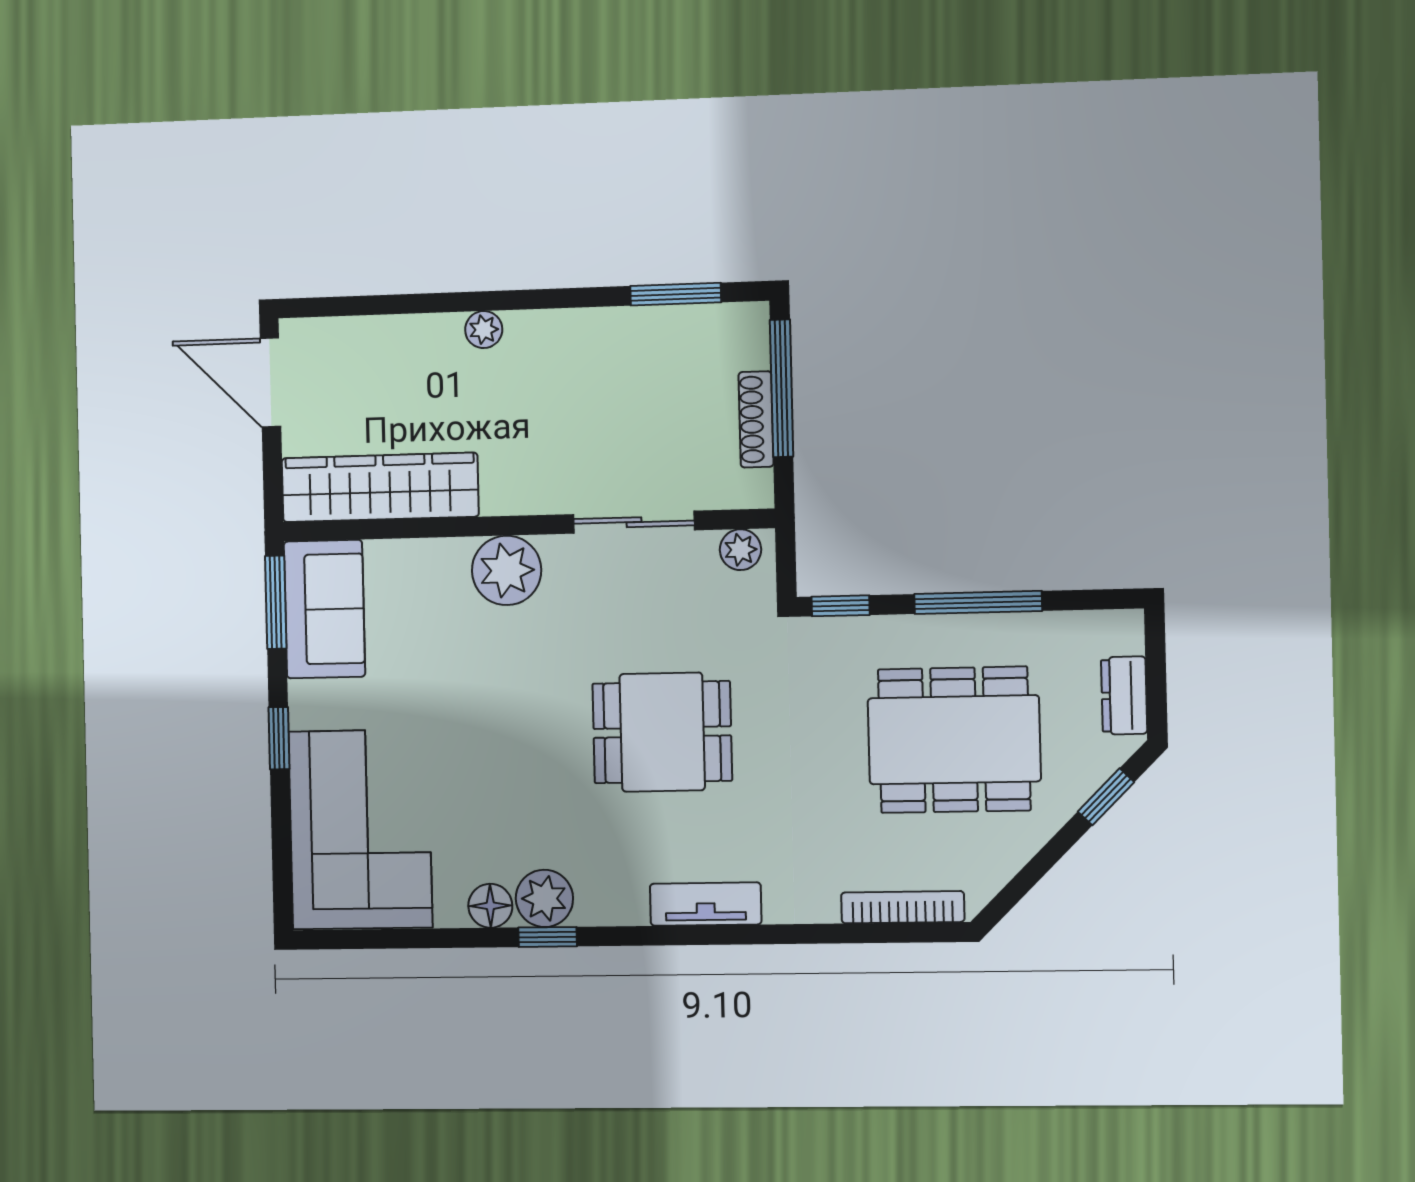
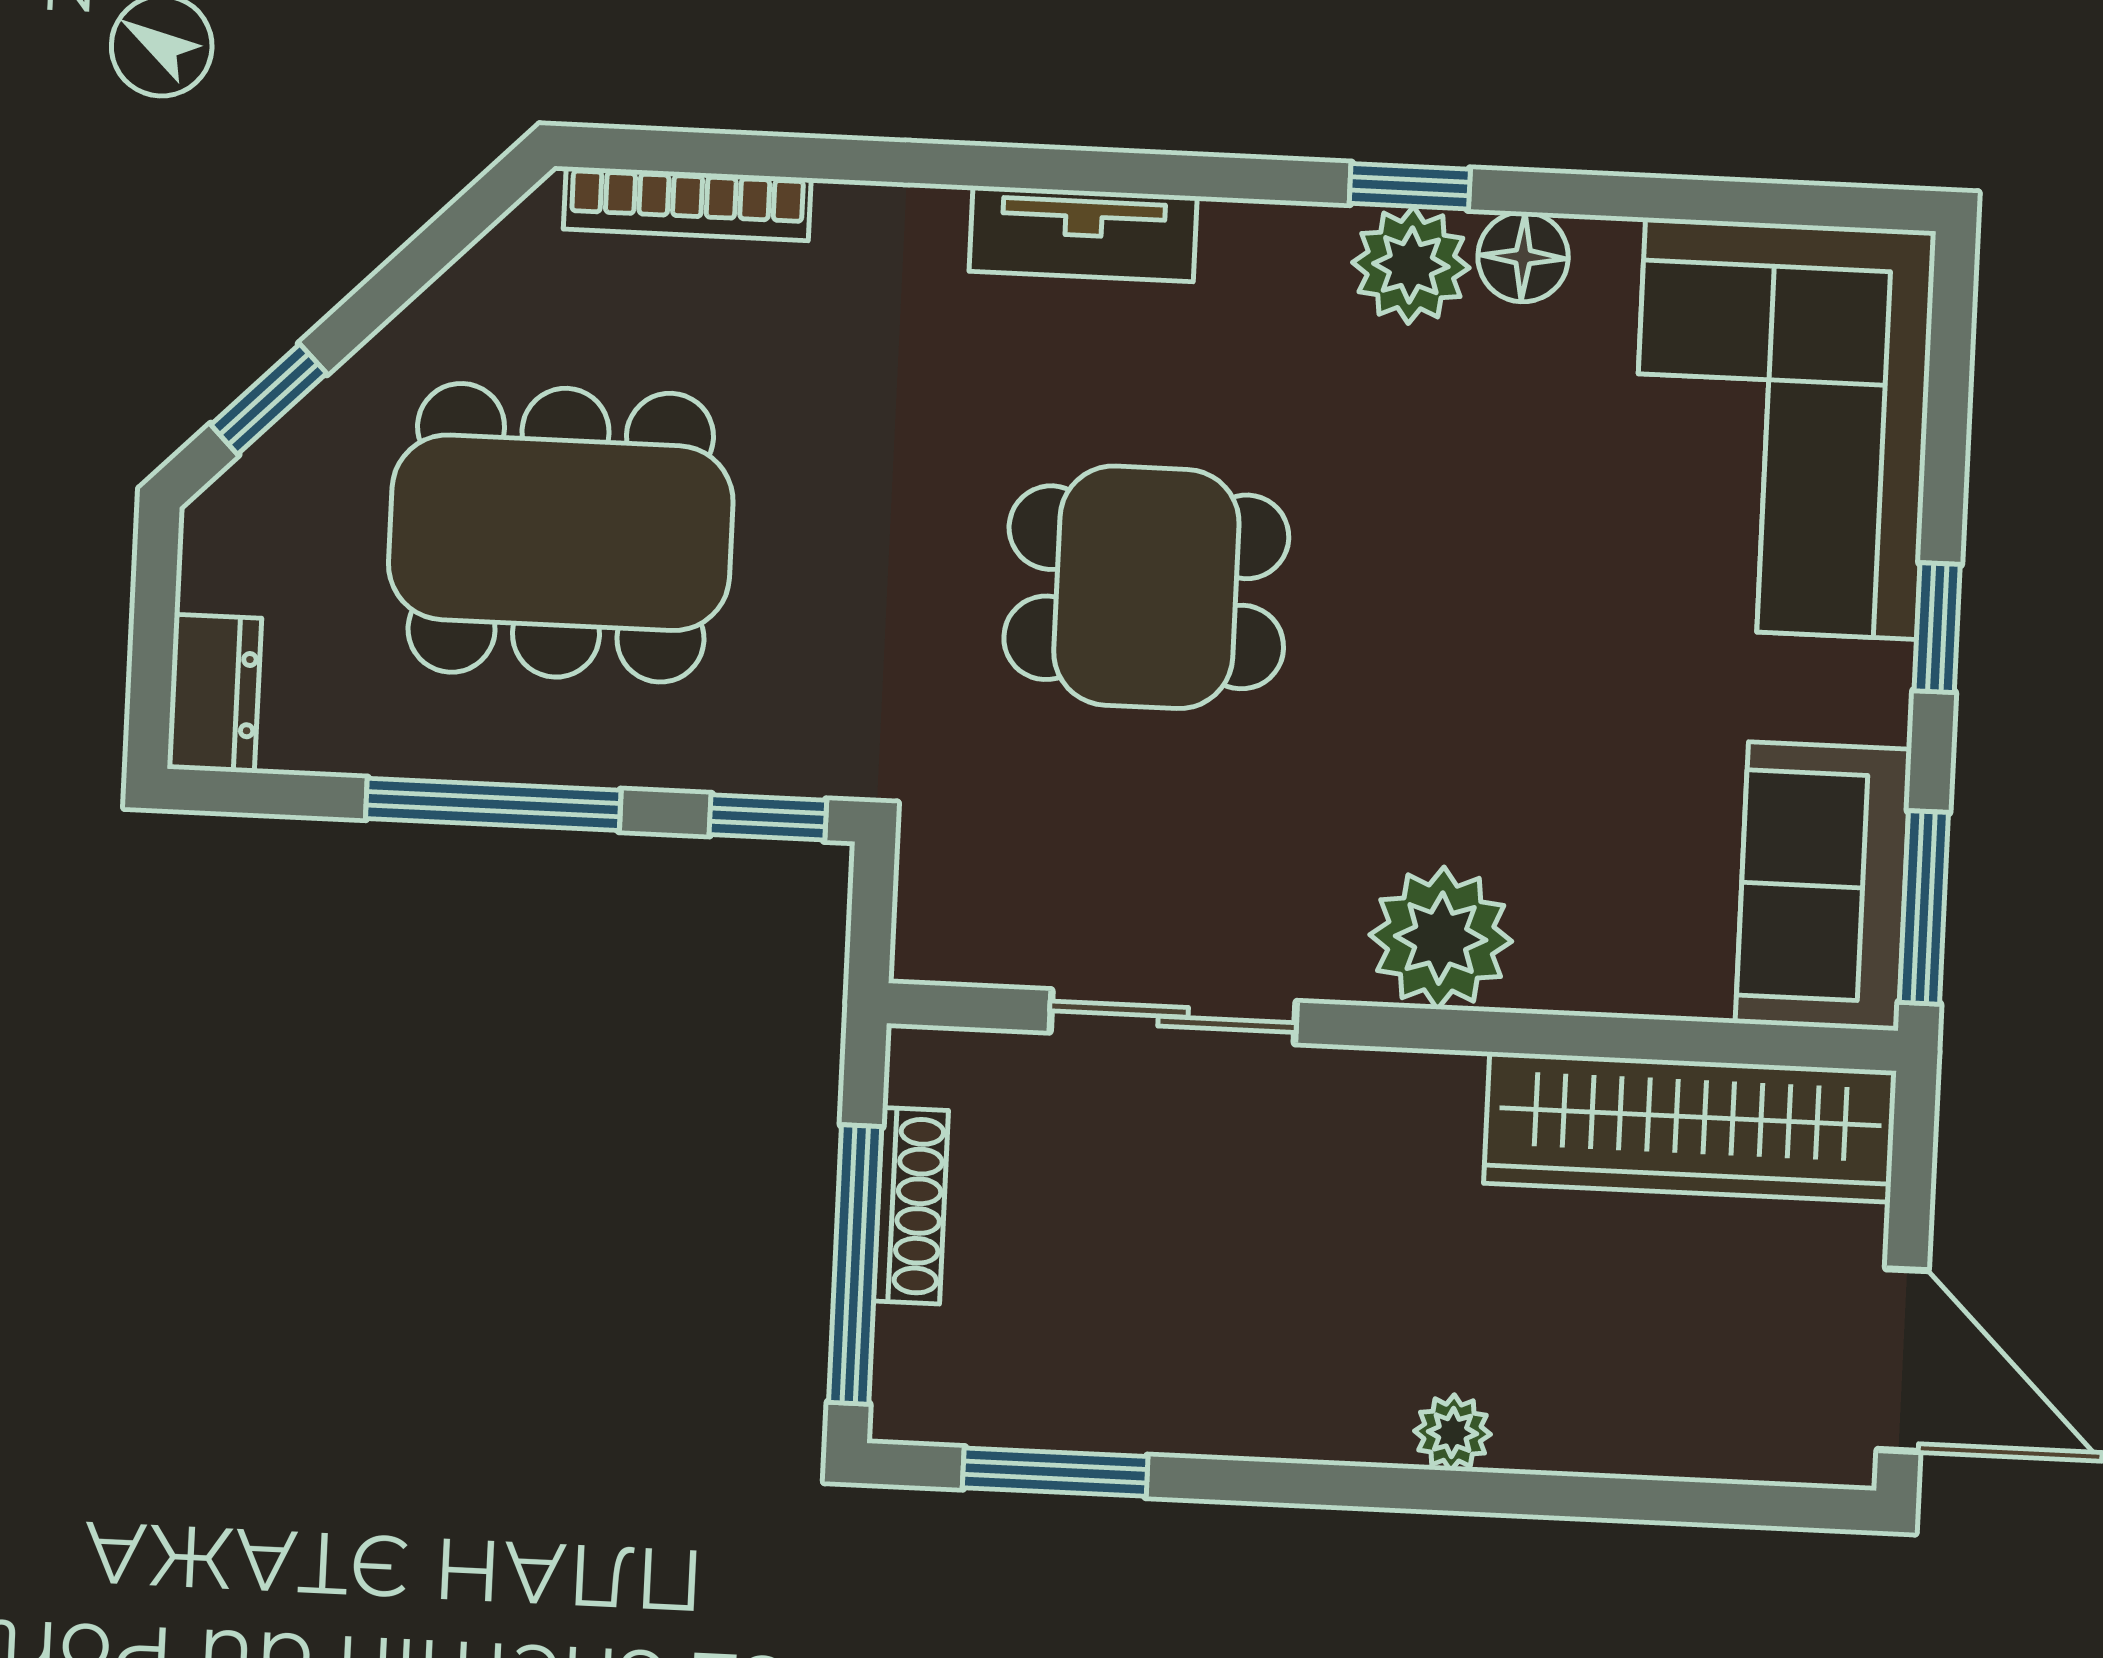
plant: (740, 550) -> (961, 945), removed
dresser: (1124, 695) -> (214, 694), moved

